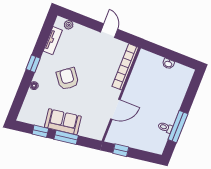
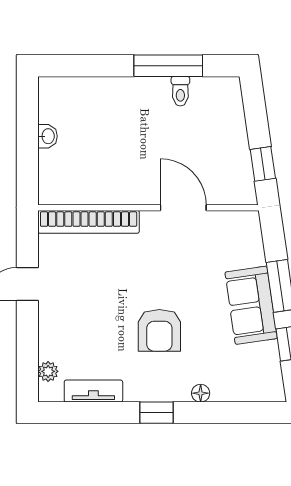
armchair: (68, 79) -> (159, 330), turned -53

